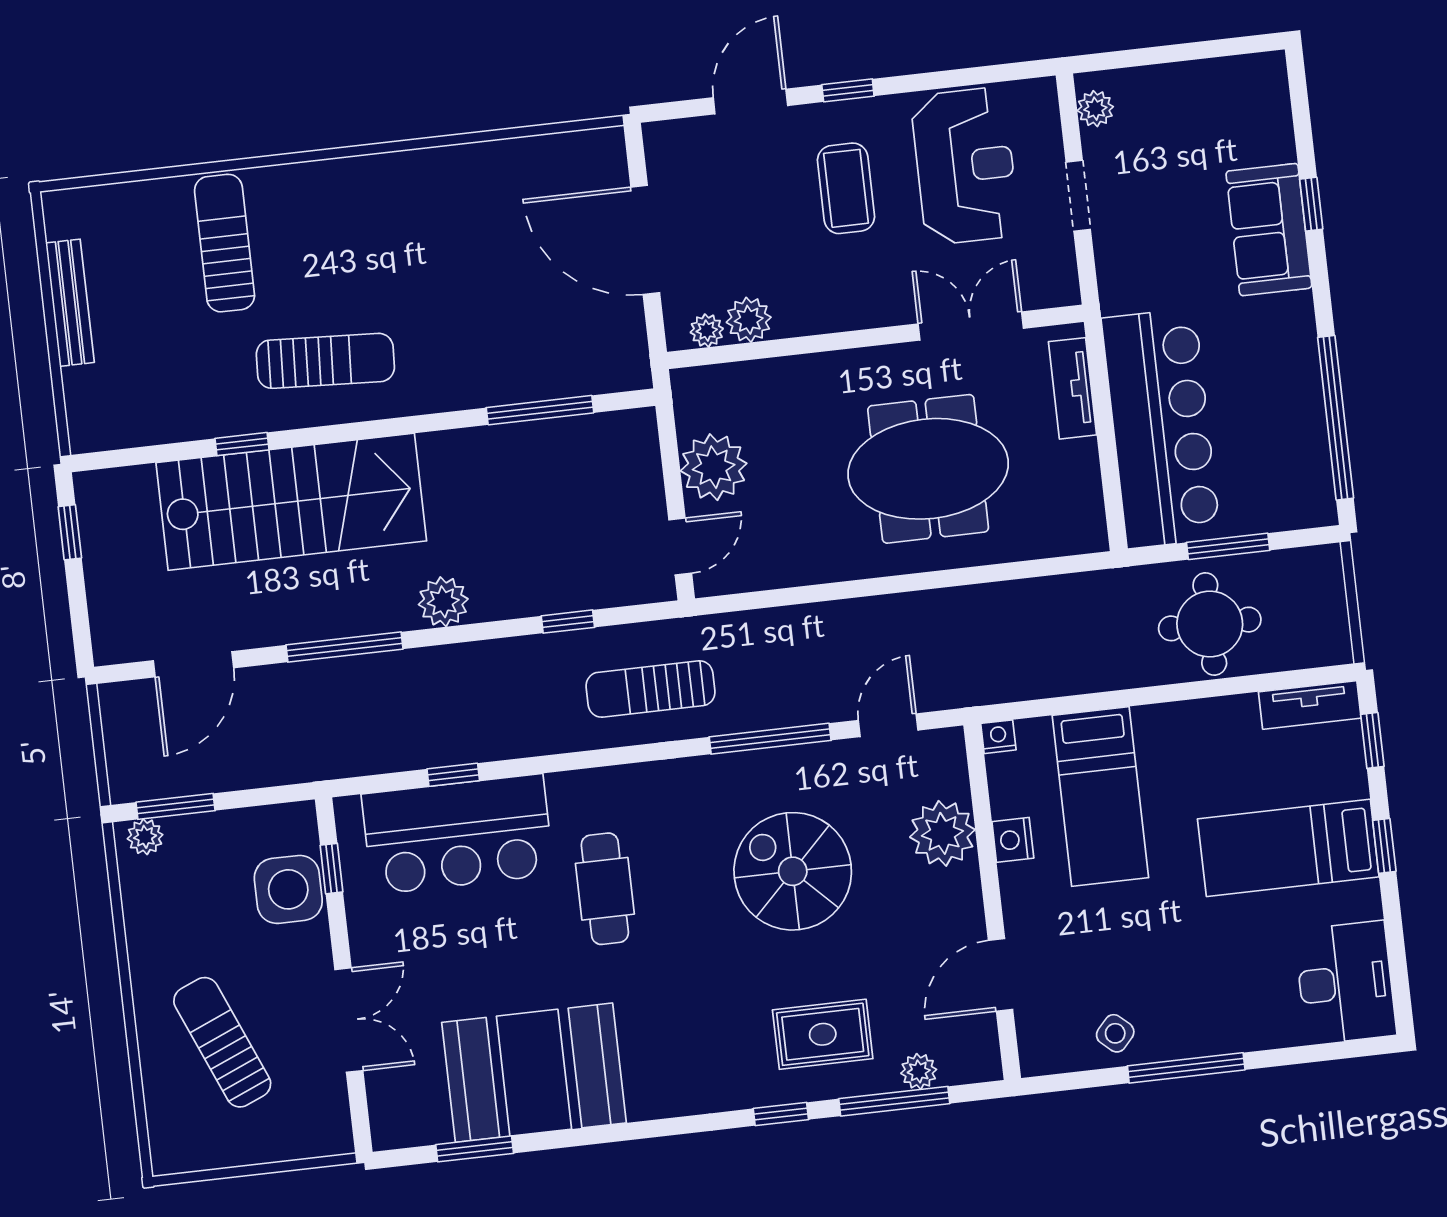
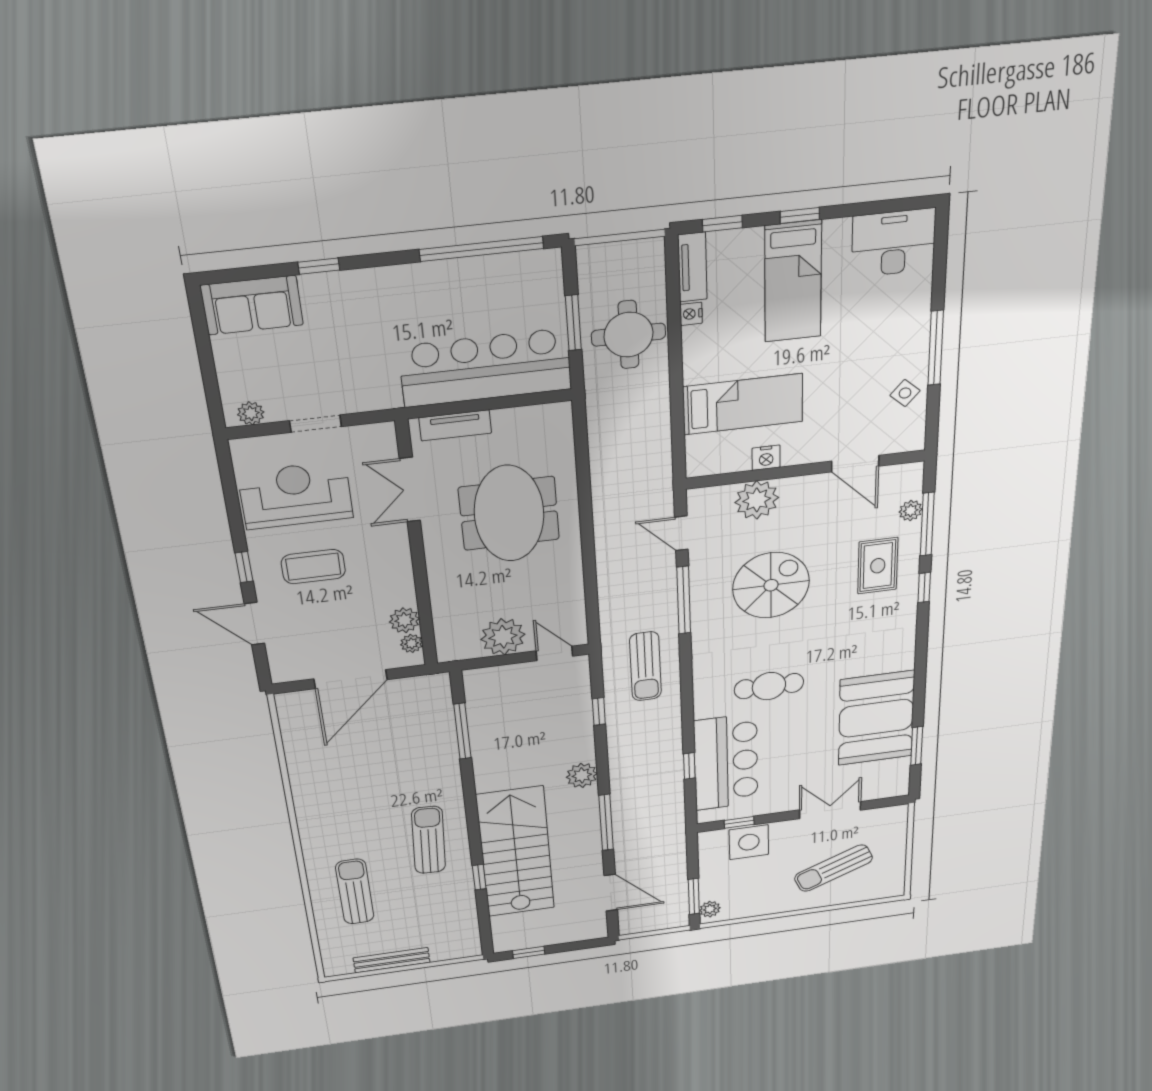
sofa: (1269, 230) -> (252, 305), moved
sun lounger: (225, 243) -> (355, 892), turned 90
nightstand: (998, 737) -> (691, 314), moved
spiral stairs: (793, 871) -> (771, 585), turned 180

